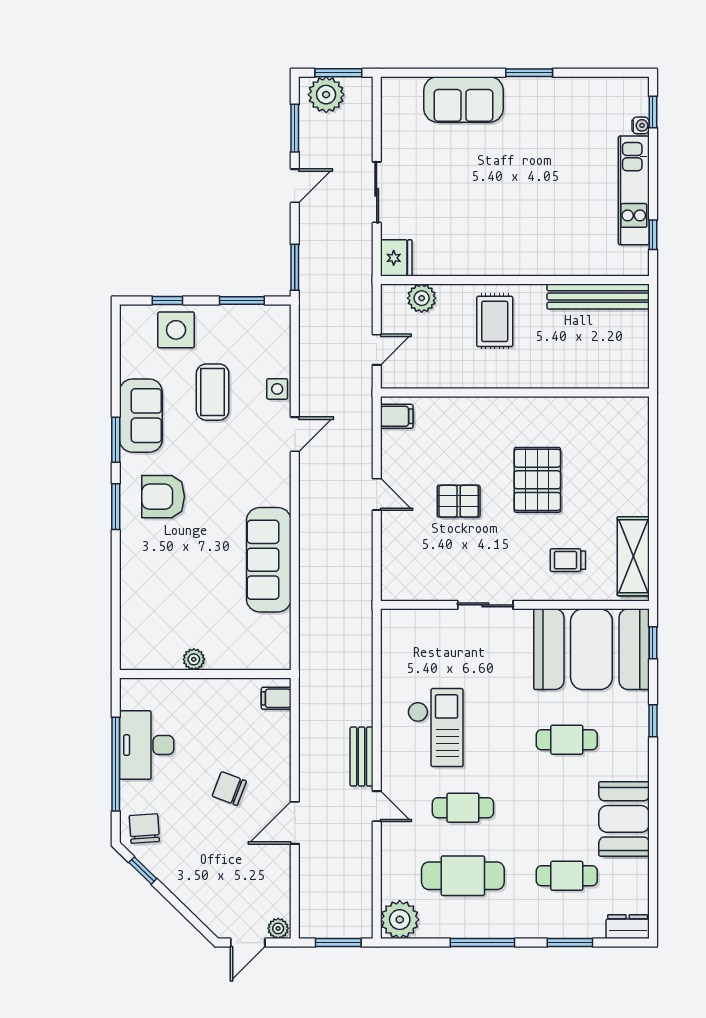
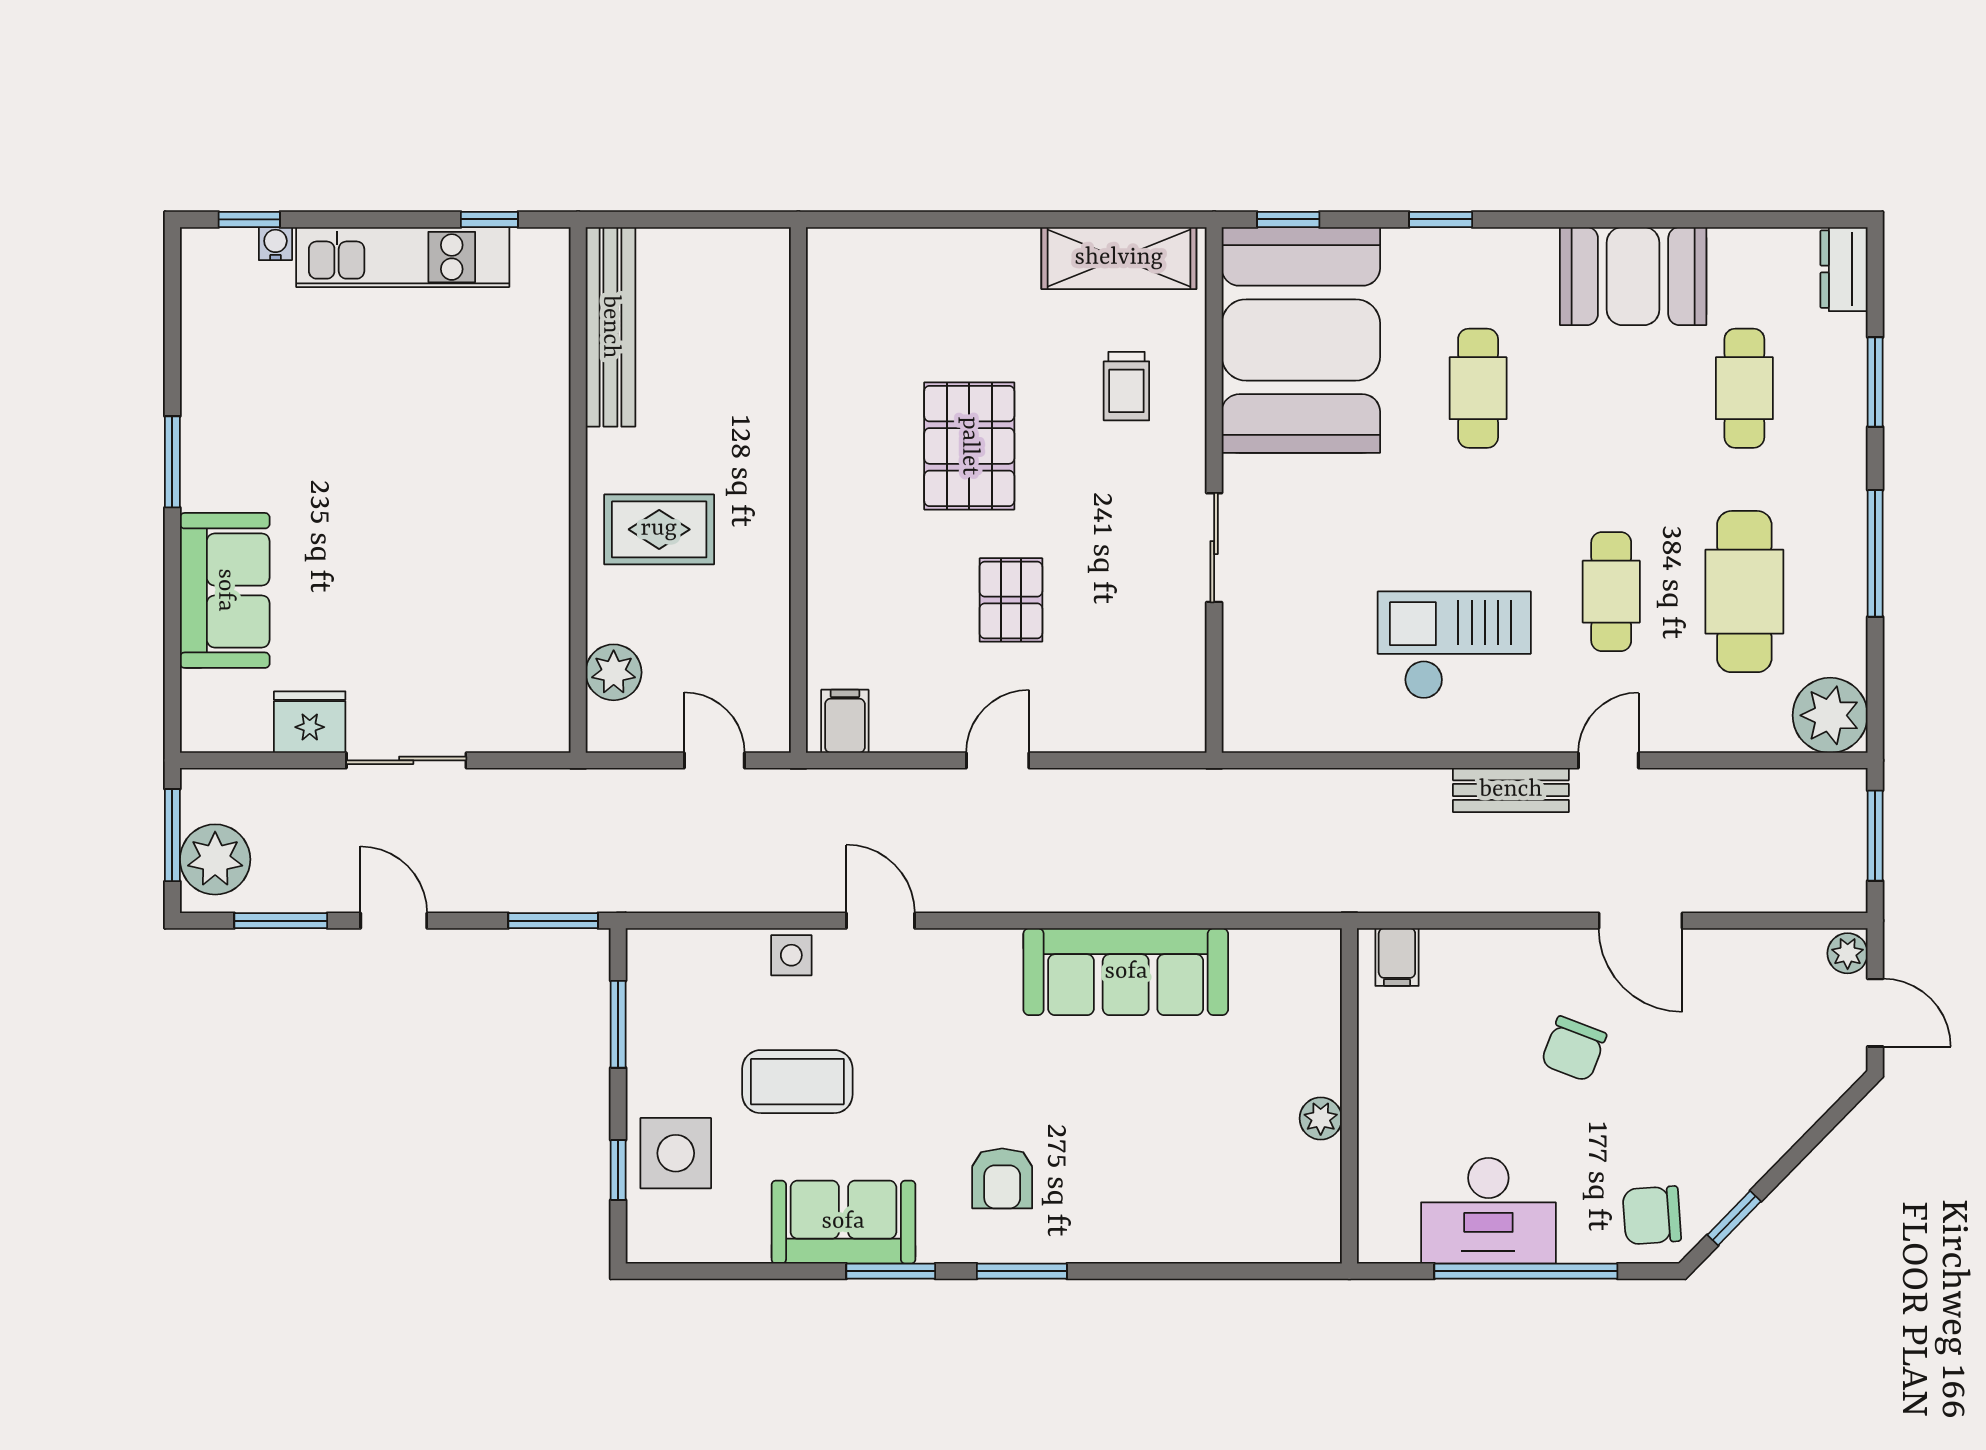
fridge: (396, 258) -> (310, 722), moved
pallet: (537, 480) -> (969, 446), turned 90
armchair: (163, 497) -> (1002, 1178), width x0.72, depth x0.72

